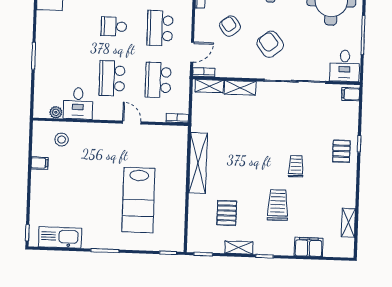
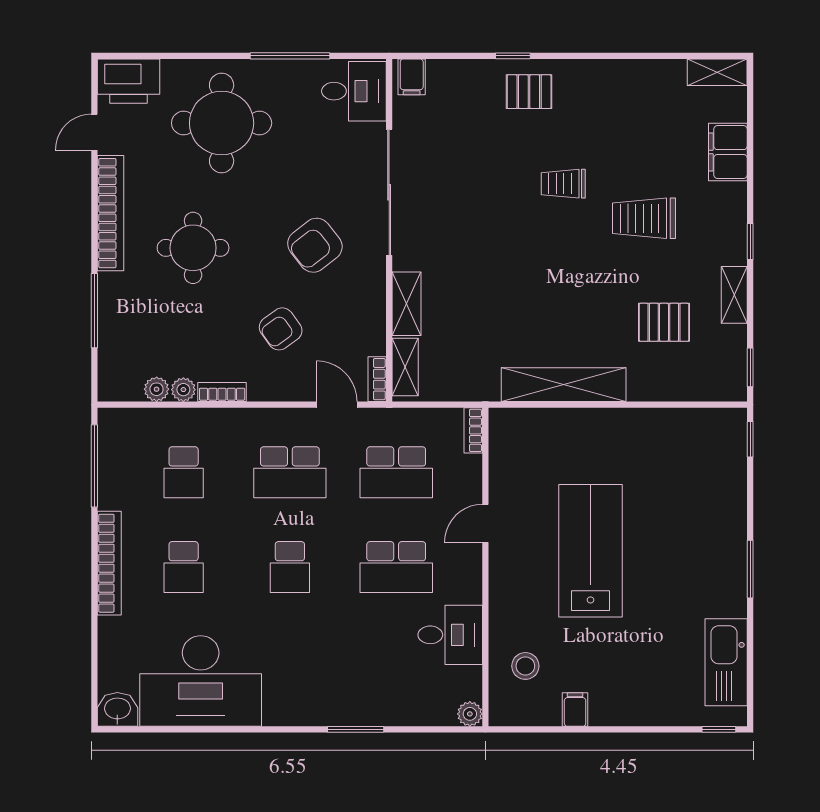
plant: (56, 112) -> (470, 714), moved
lab bench: (138, 200) -> (590, 551), moved, turned -90
shelving: (348, 223) -> (717, 72), moved

